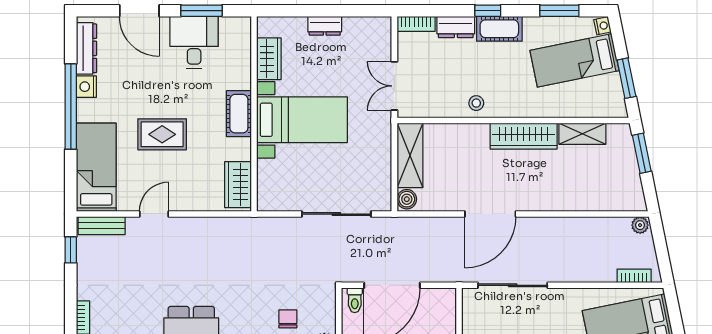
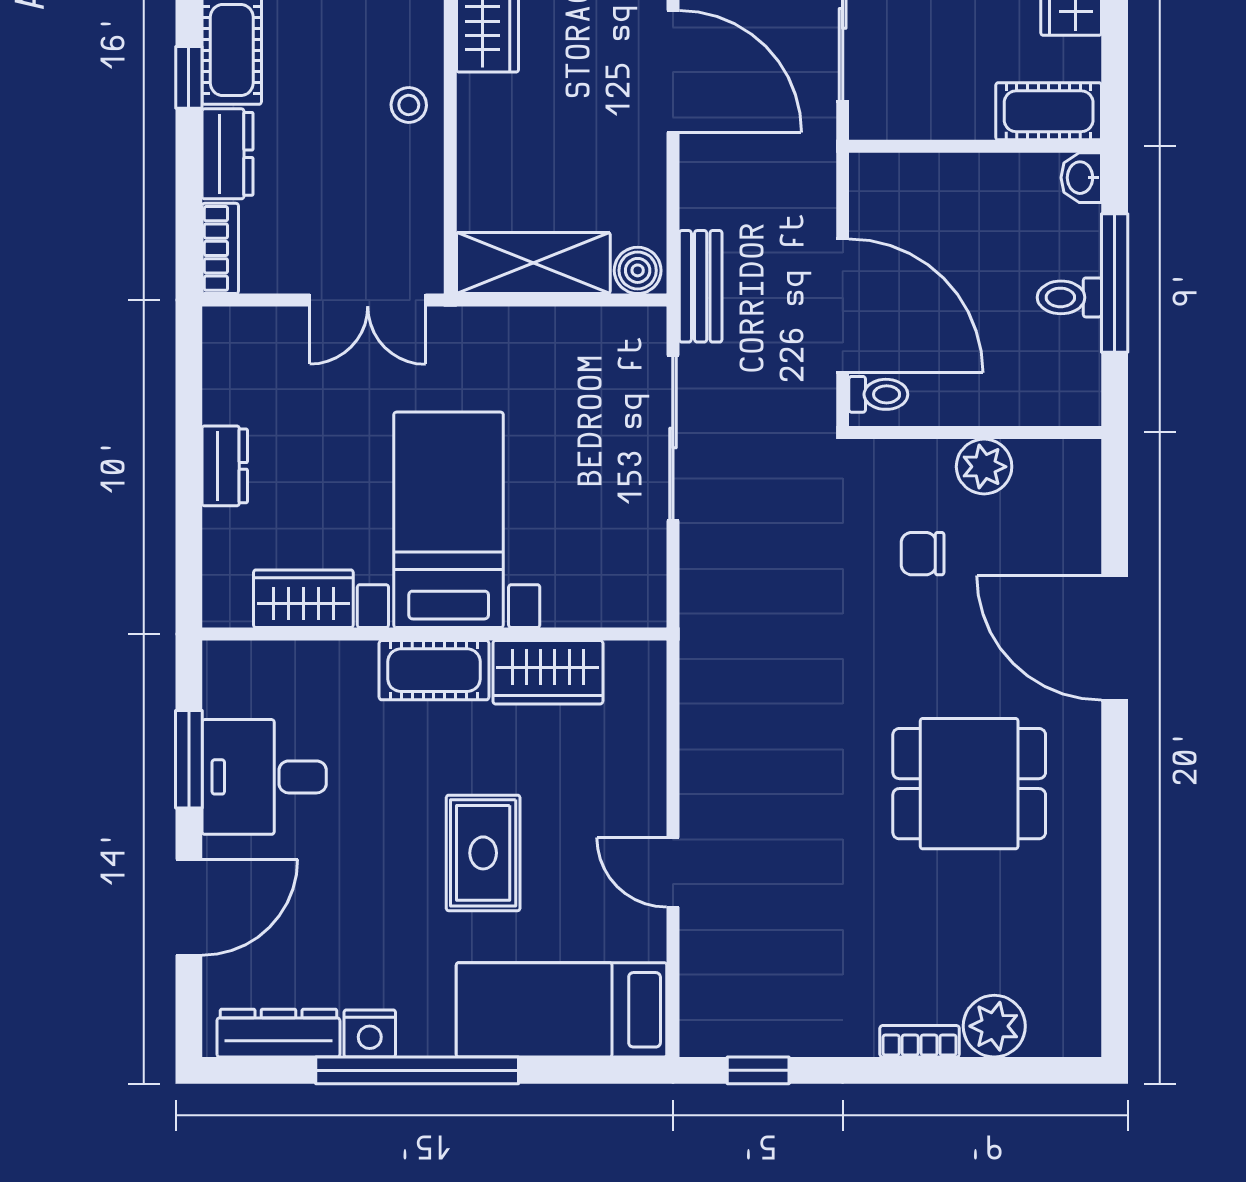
wardrobe: (238, 185) -> (548, 672), moved
bench: (102, 226) -> (701, 286), moved

